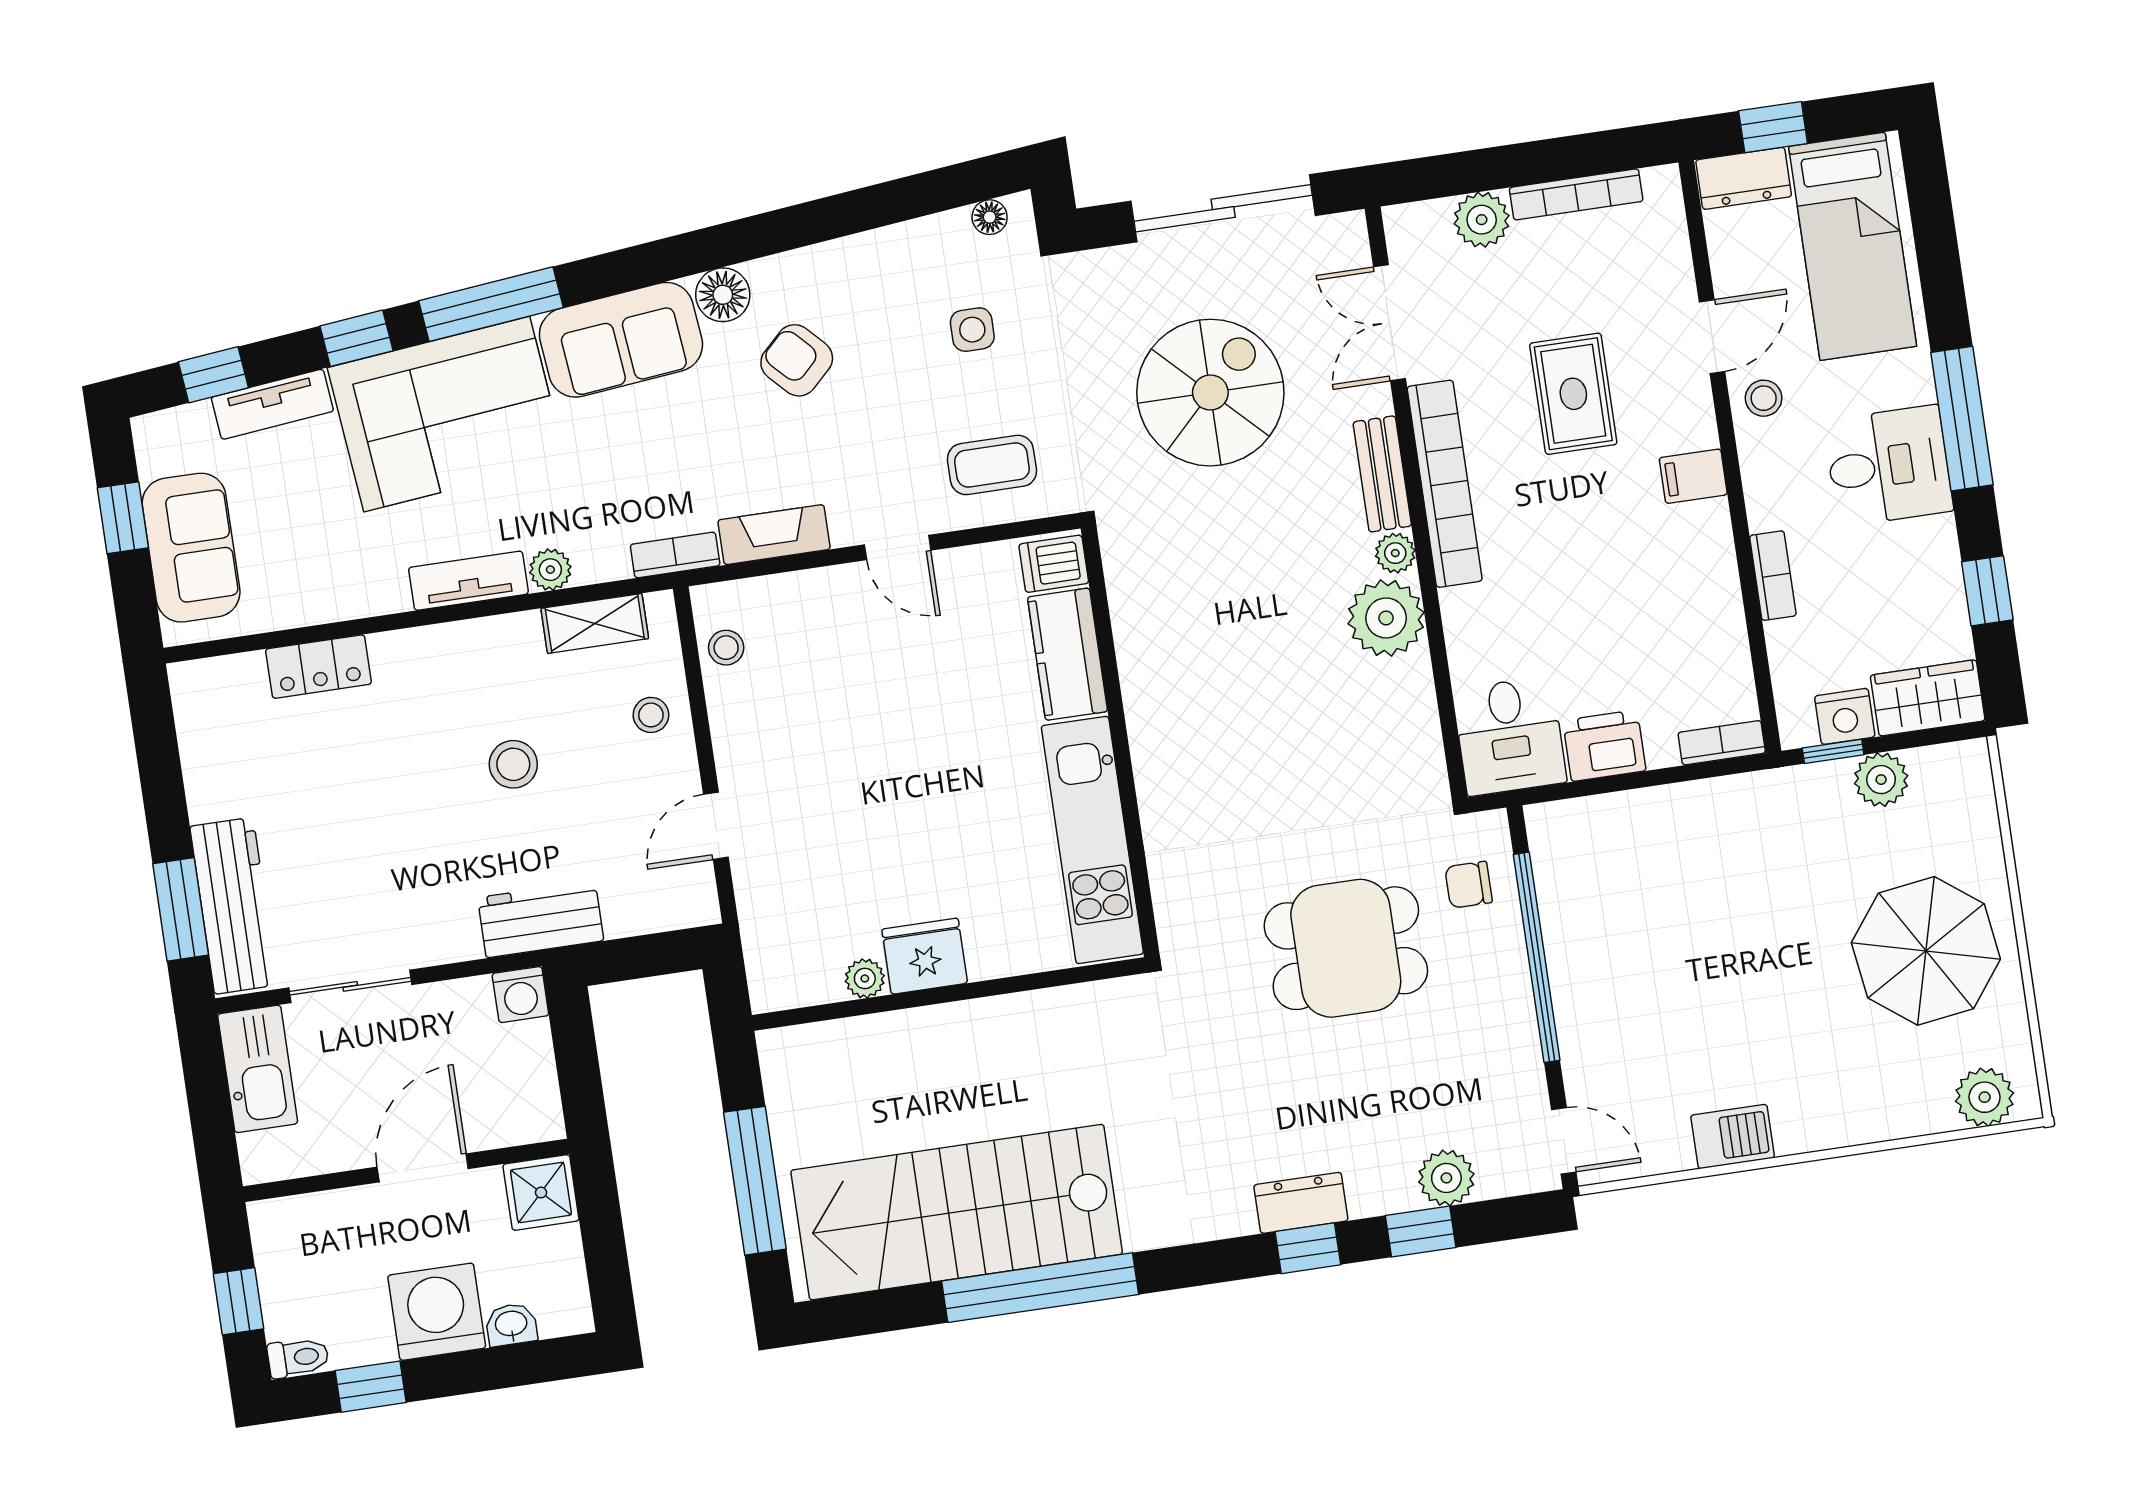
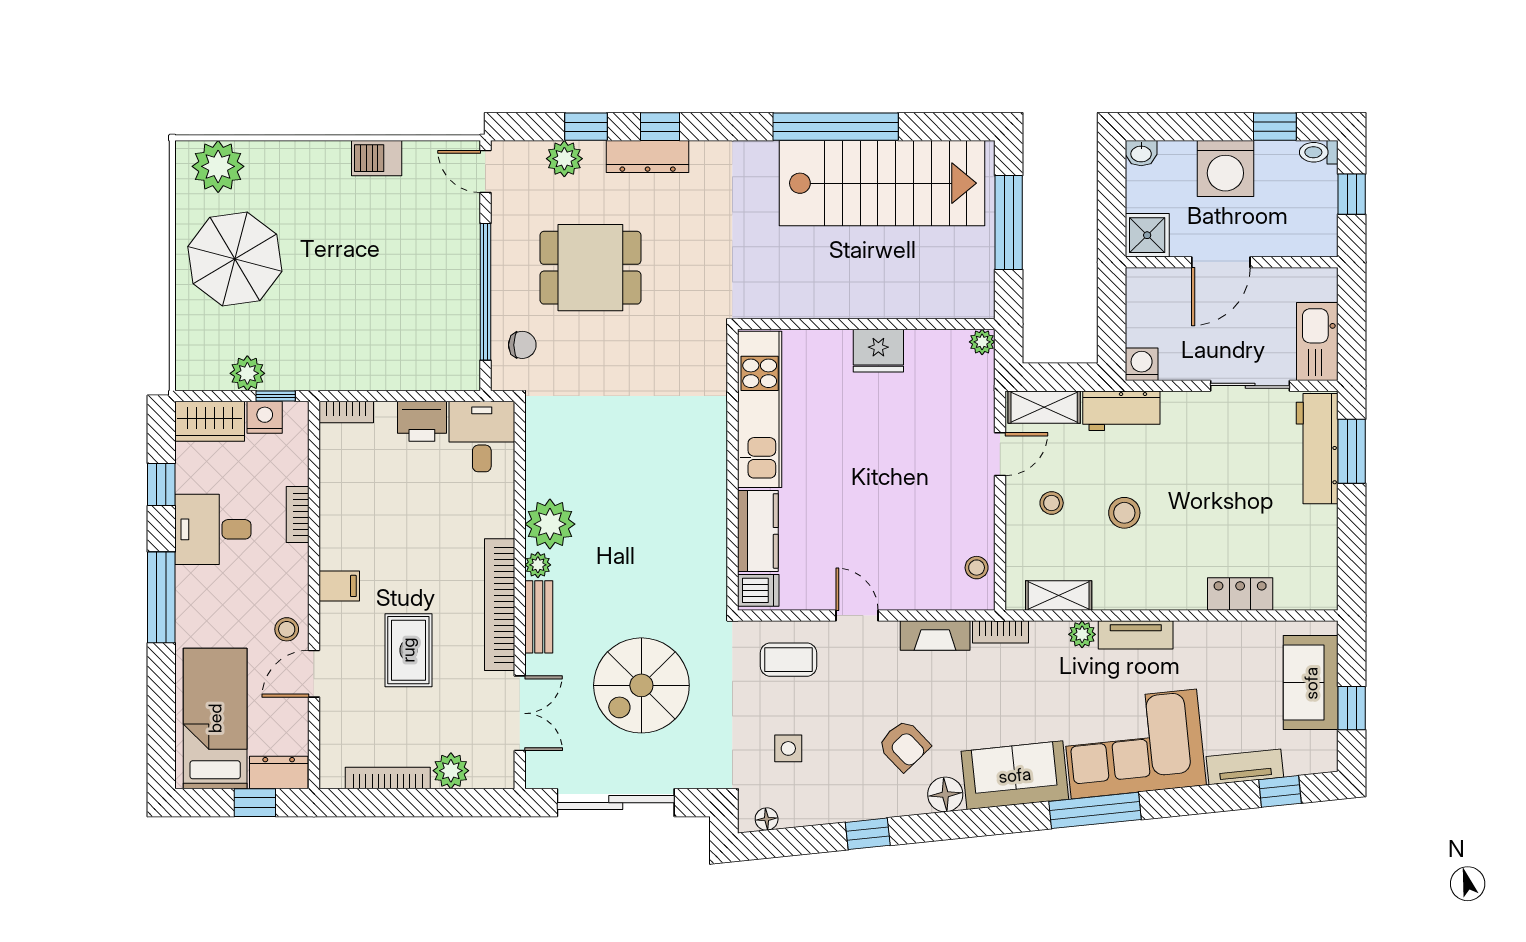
window: (357, 338) -> (868, 834), moved
desk: (1888, 466) -> (213, 529), moved
stool: (651, 715) -> (1052, 503), moved
shelving: (659, 907) -> (1044, 407), added
dining table: (1346, 948) -> (590, 268), moved
plant: (865, 978) -> (982, 342), moved
plant: (1985, 1097) -> (218, 166), width x1.36, depth x1.36
dresser: (1301, 1203) -> (648, 157), width x1.44
washbasin: (511, 1325) -> (1141, 153), moved

